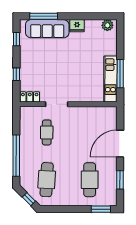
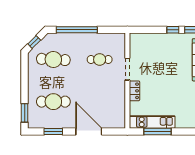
window: (16, 74) -> (173, 30), moved
locker: (30, 97) -> (135, 91), moved

